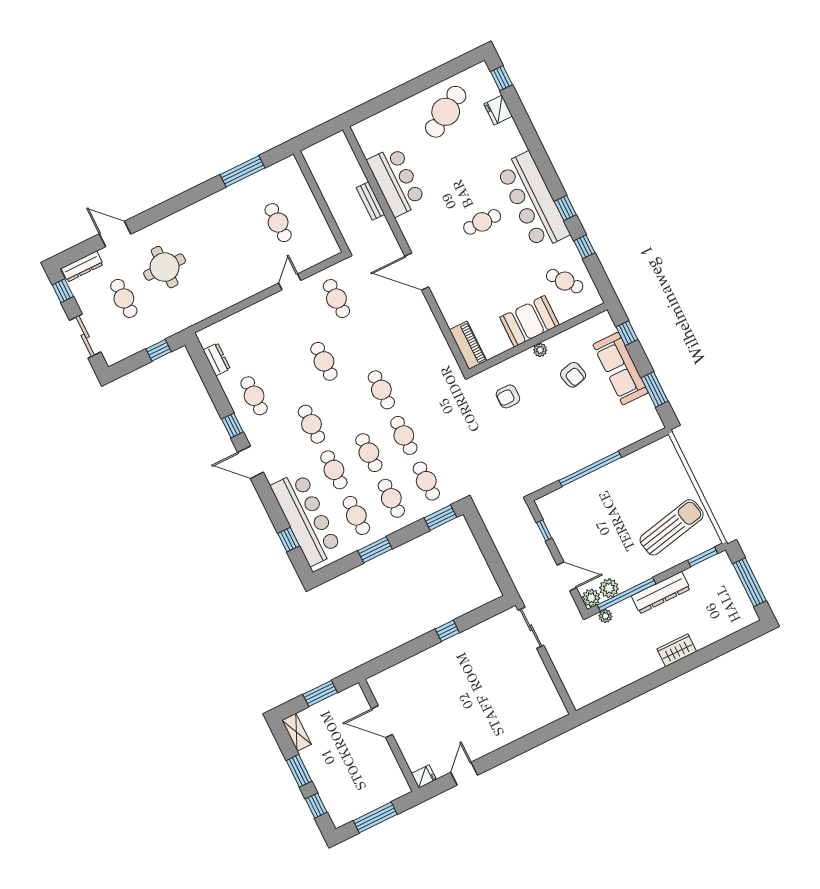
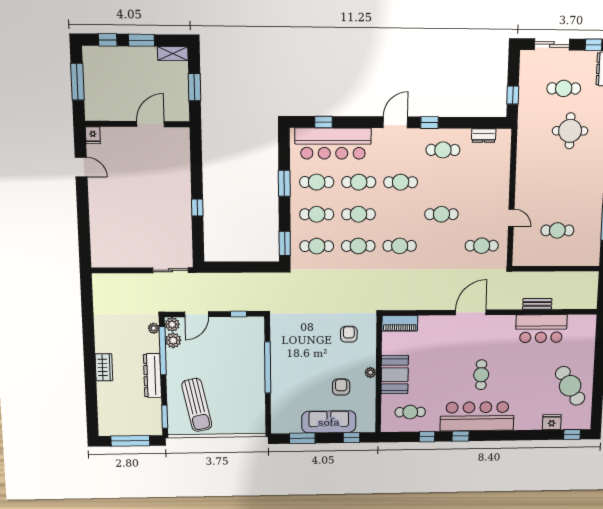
cafe table: (565, 281) -> (410, 412), turned 39
armchair: (573, 375) -> (341, 387), turned 104

